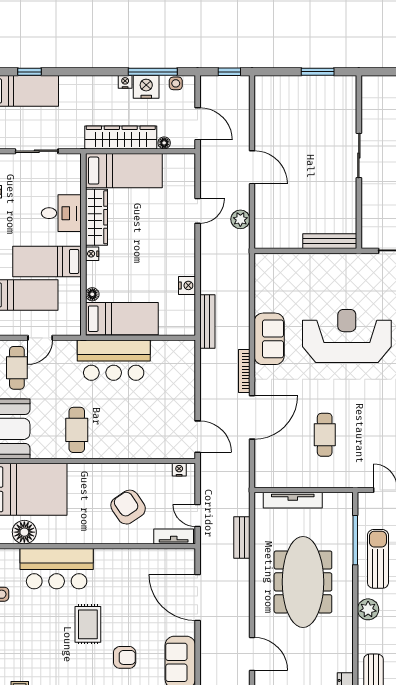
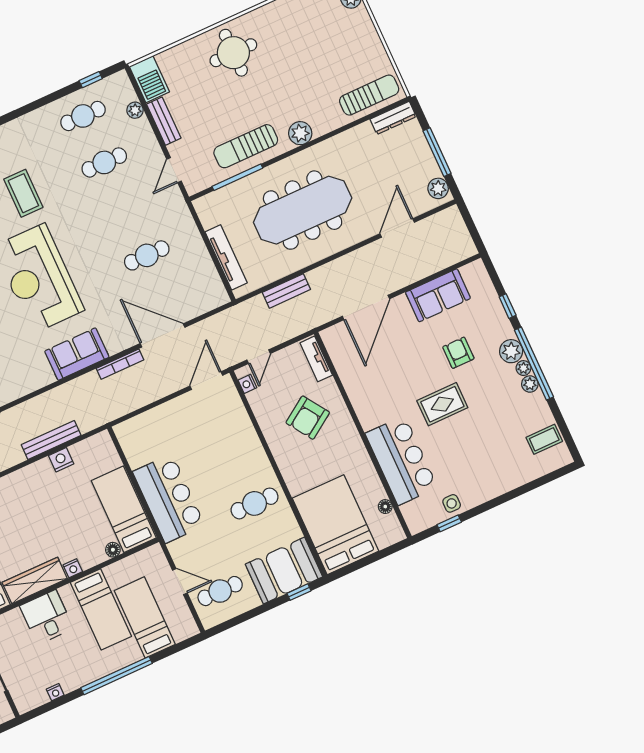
bench: (207, 322) -> (51, 440), moved
door: (198, 516) -> (259, 357), moved
floor lamp: (24, 532) -> (385, 507), width x0.53, depth x0.53

